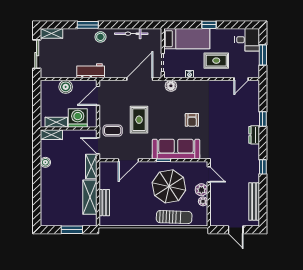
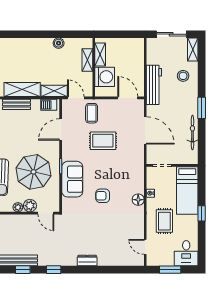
window: (88, 25) -> (202, 108), moved
stool: (100, 37) -> (183, 76), moved
workbench: (91, 71) -> (154, 85), width x1.38
door: (140, 79) -> (145, 130), moved
floor lamp: (171, 86) -> (138, 200), moved
boiler: (66, 87) -> (137, 64), removed
window: (263, 119) -> (23, 270), moved
shelving: (51, 135) -> (87, 60), moved
door: (98, 146) -> (76, 98), hinge flipped
sofa: (176, 149) -> (72, 179), width x0.73
door: (128, 160) -> (61, 130), hinge flipped
barbecue: (105, 172) -> (49, 105), added
door: (209, 174) -> (46, 213), hinge flipped

